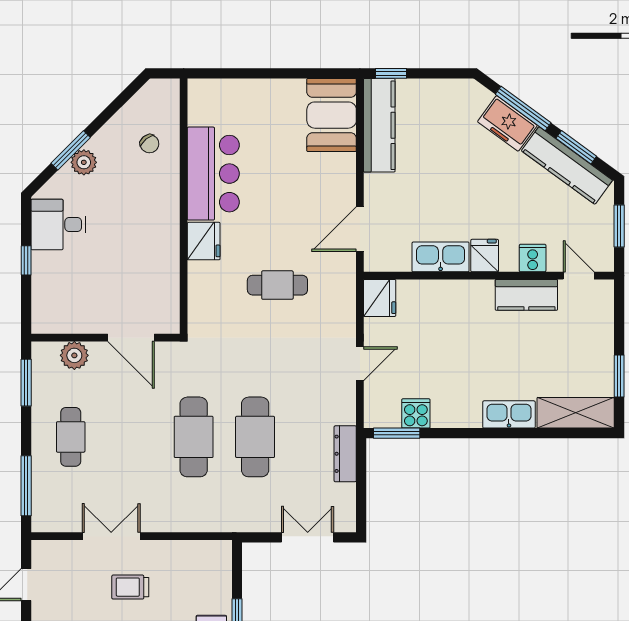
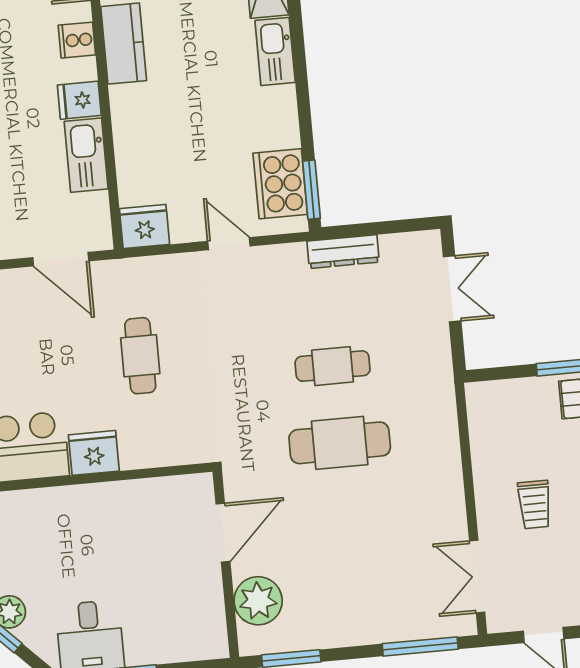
plant: (74, 355) -> (258, 601), width x1.36, depth x1.36
cooker: (416, 413) -> (280, 184), width x1.87, depth x1.31
cafe table: (71, 437) -> (354, 596), removed
cafe table: (255, 437) -> (333, 366), width x0.73, depth x0.74
double door: (111, 536) -> (477, 576), moved
double door: (308, 537) -> (452, 289), swing flipped

